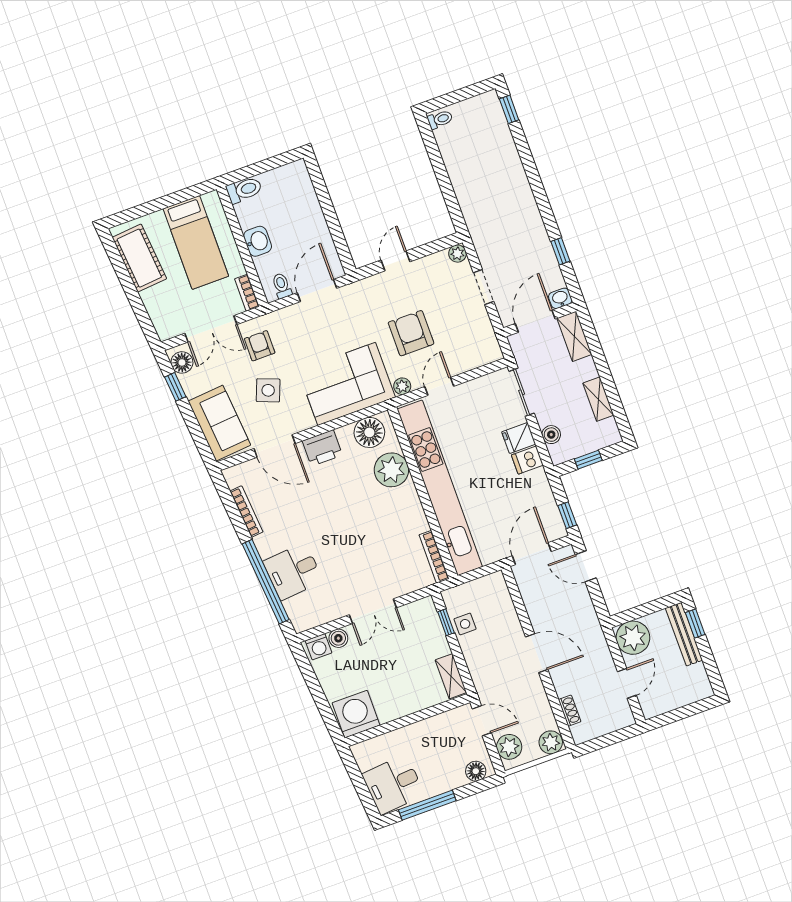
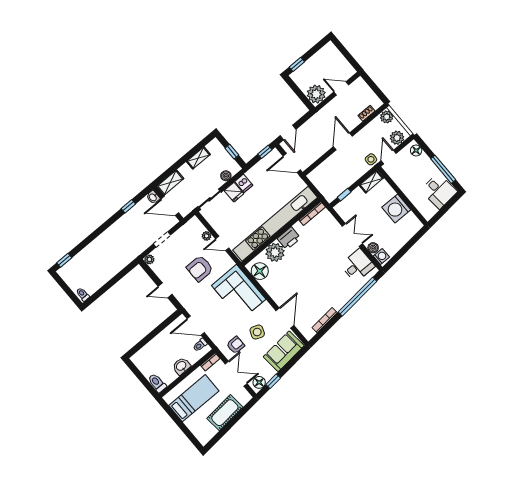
cot: (139, 258) -> (225, 413), moved
armchair: (260, 346) -> (236, 345), turned 180
plant: (402, 386) -> (207, 236), moved
printer: (322, 448) -> (289, 238), moved, turned 90
desk: (293, 571) -> (358, 265), moved, turned -85
side table: (465, 624) -> (371, 159), moved
bench: (684, 634) -> (305, 68), removed
washing machine: (356, 714) -> (396, 209), moved

